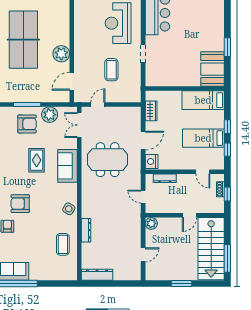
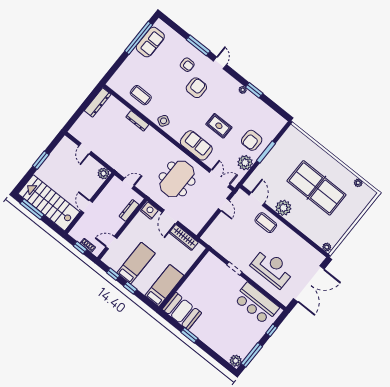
coffee table: (111, 70) -> (266, 223), moved
wardrobe: (151, 111) -> (184, 237), width x1.50

